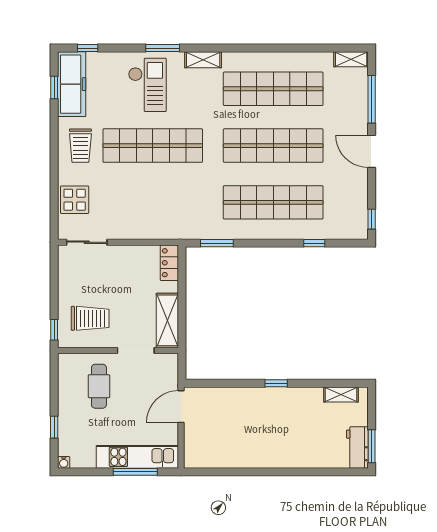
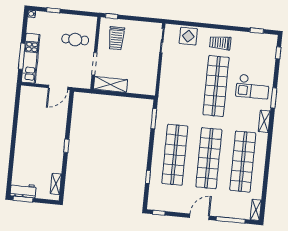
freezer: (72, 84) -> (258, 41), removed
locker: (169, 263) -> (145, 89), removed
door: (181, 407) -> (58, 87), swing flipped

